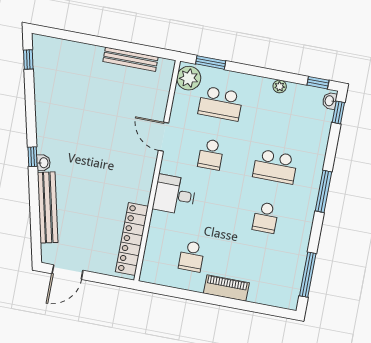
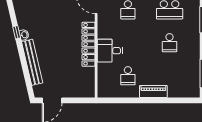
desk: (174, 195) -> (110, 51), moved
locker: (132, 239) -> (88, 44), moved

